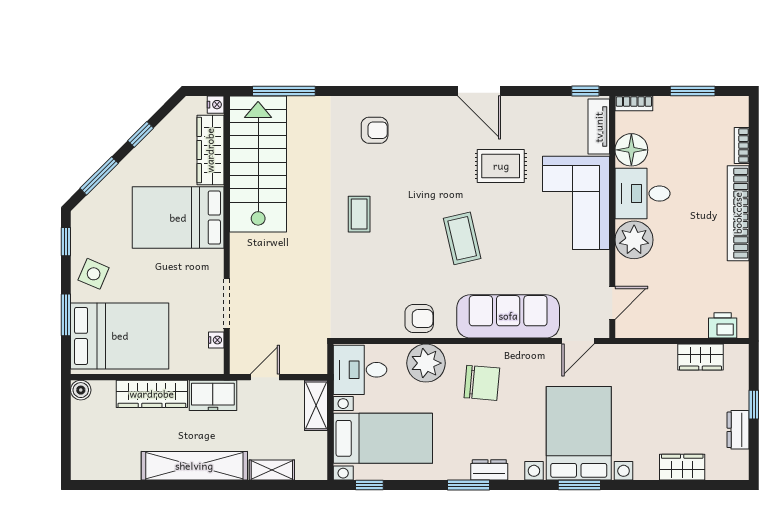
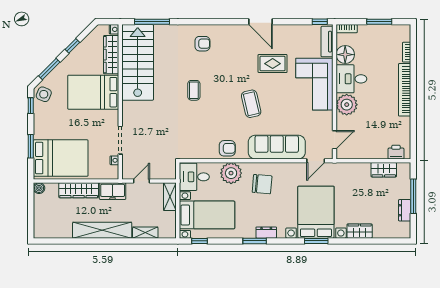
side table: (94, 274) -> (44, 94), moved
window: (754, 405) -> (413, 196), width x2.17
wardrobe: (682, 467) -> (360, 231), moved

